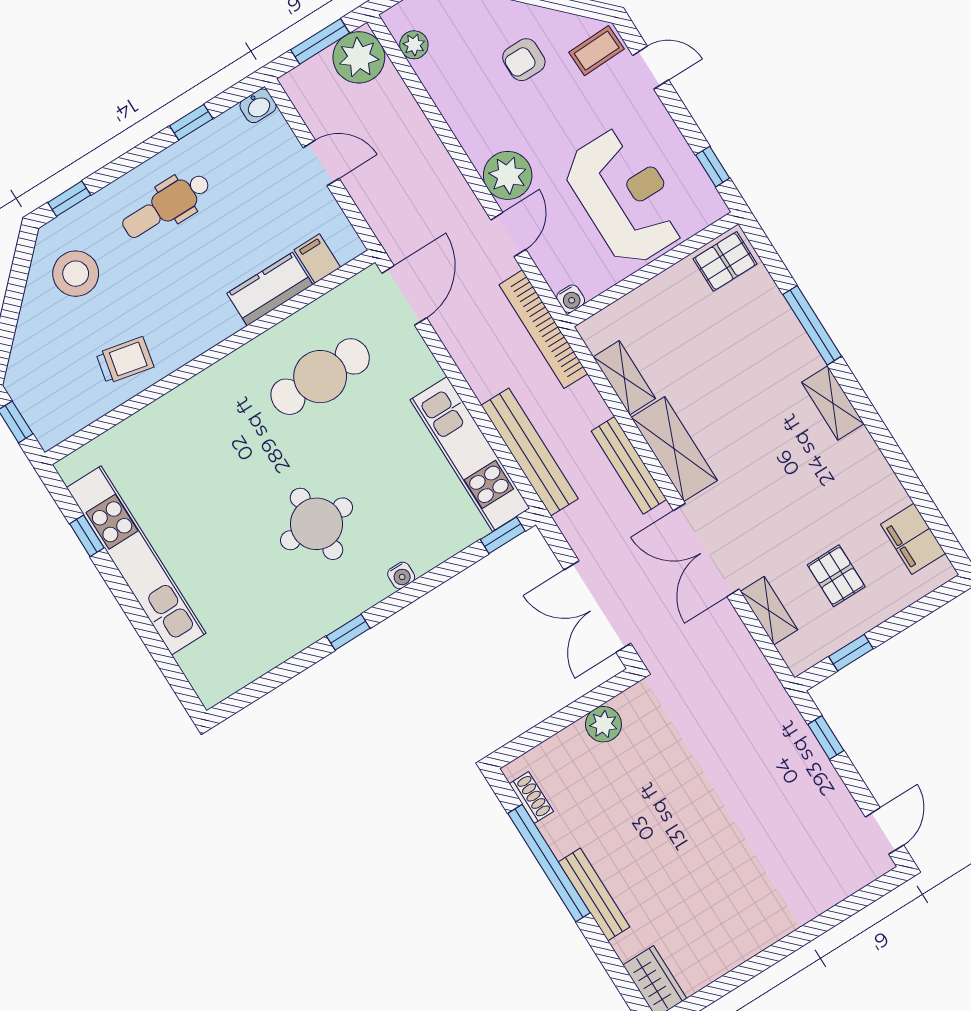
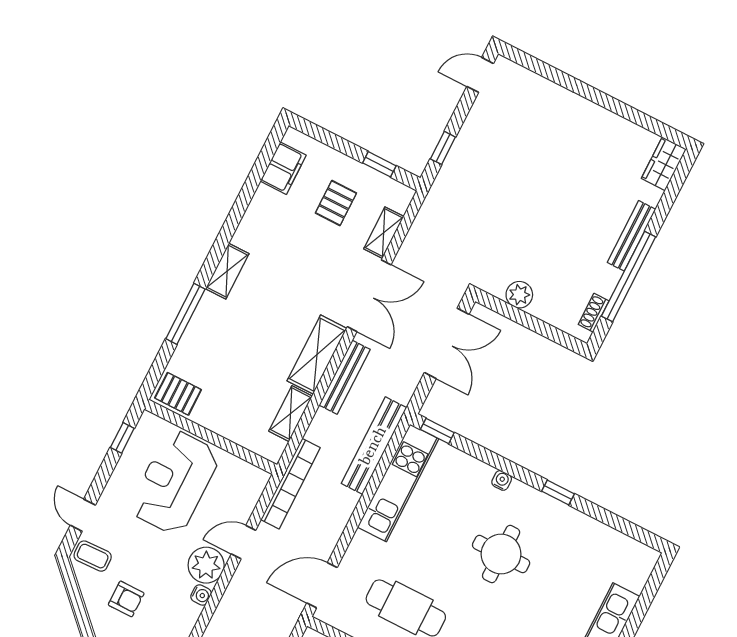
water cooler: (571, 299) -> (201, 595), moved, turned 90

